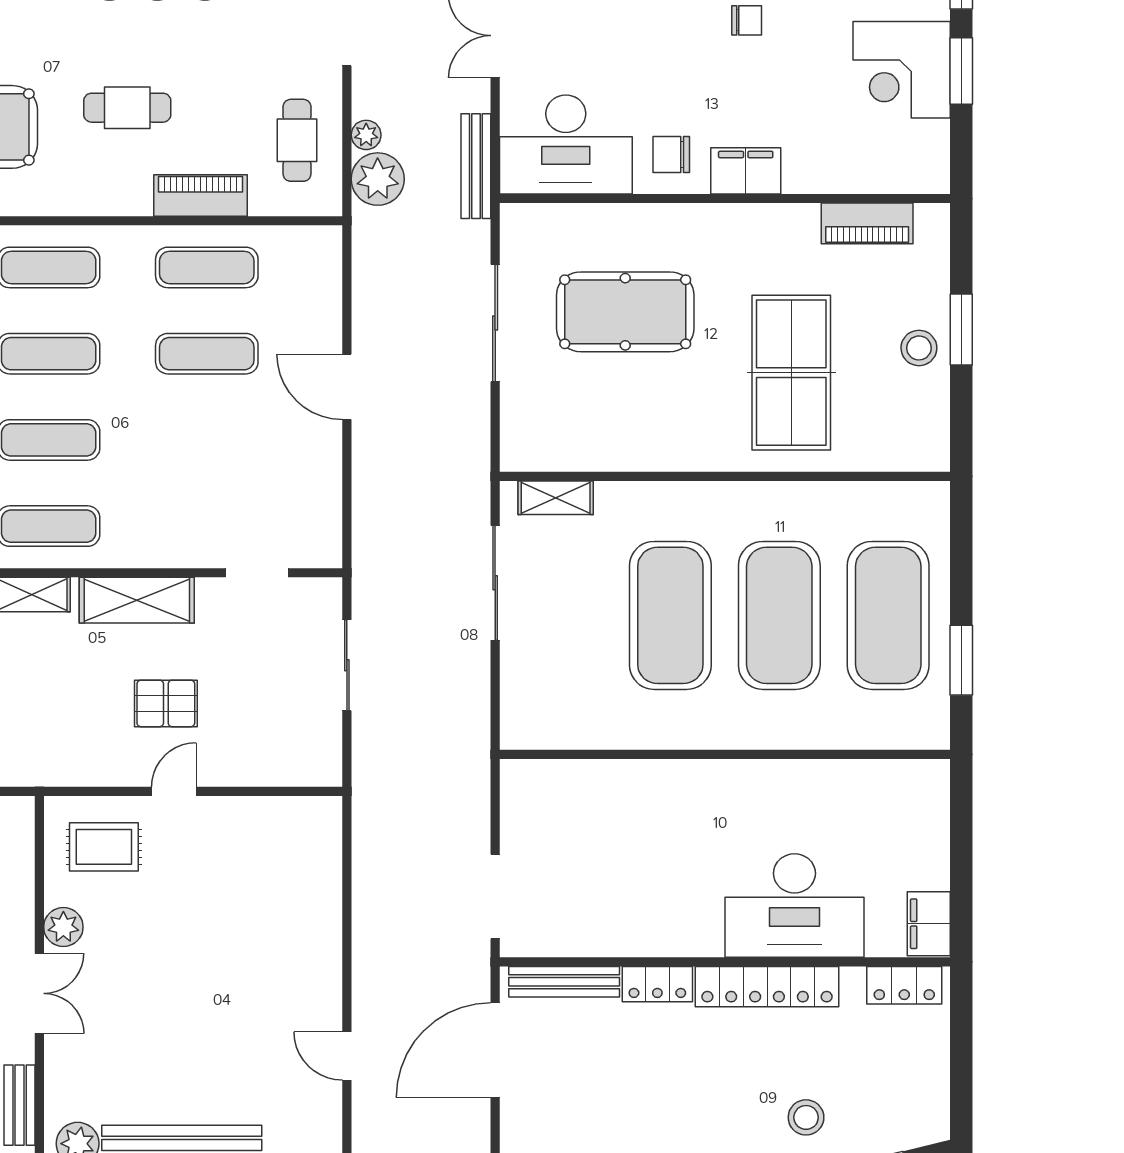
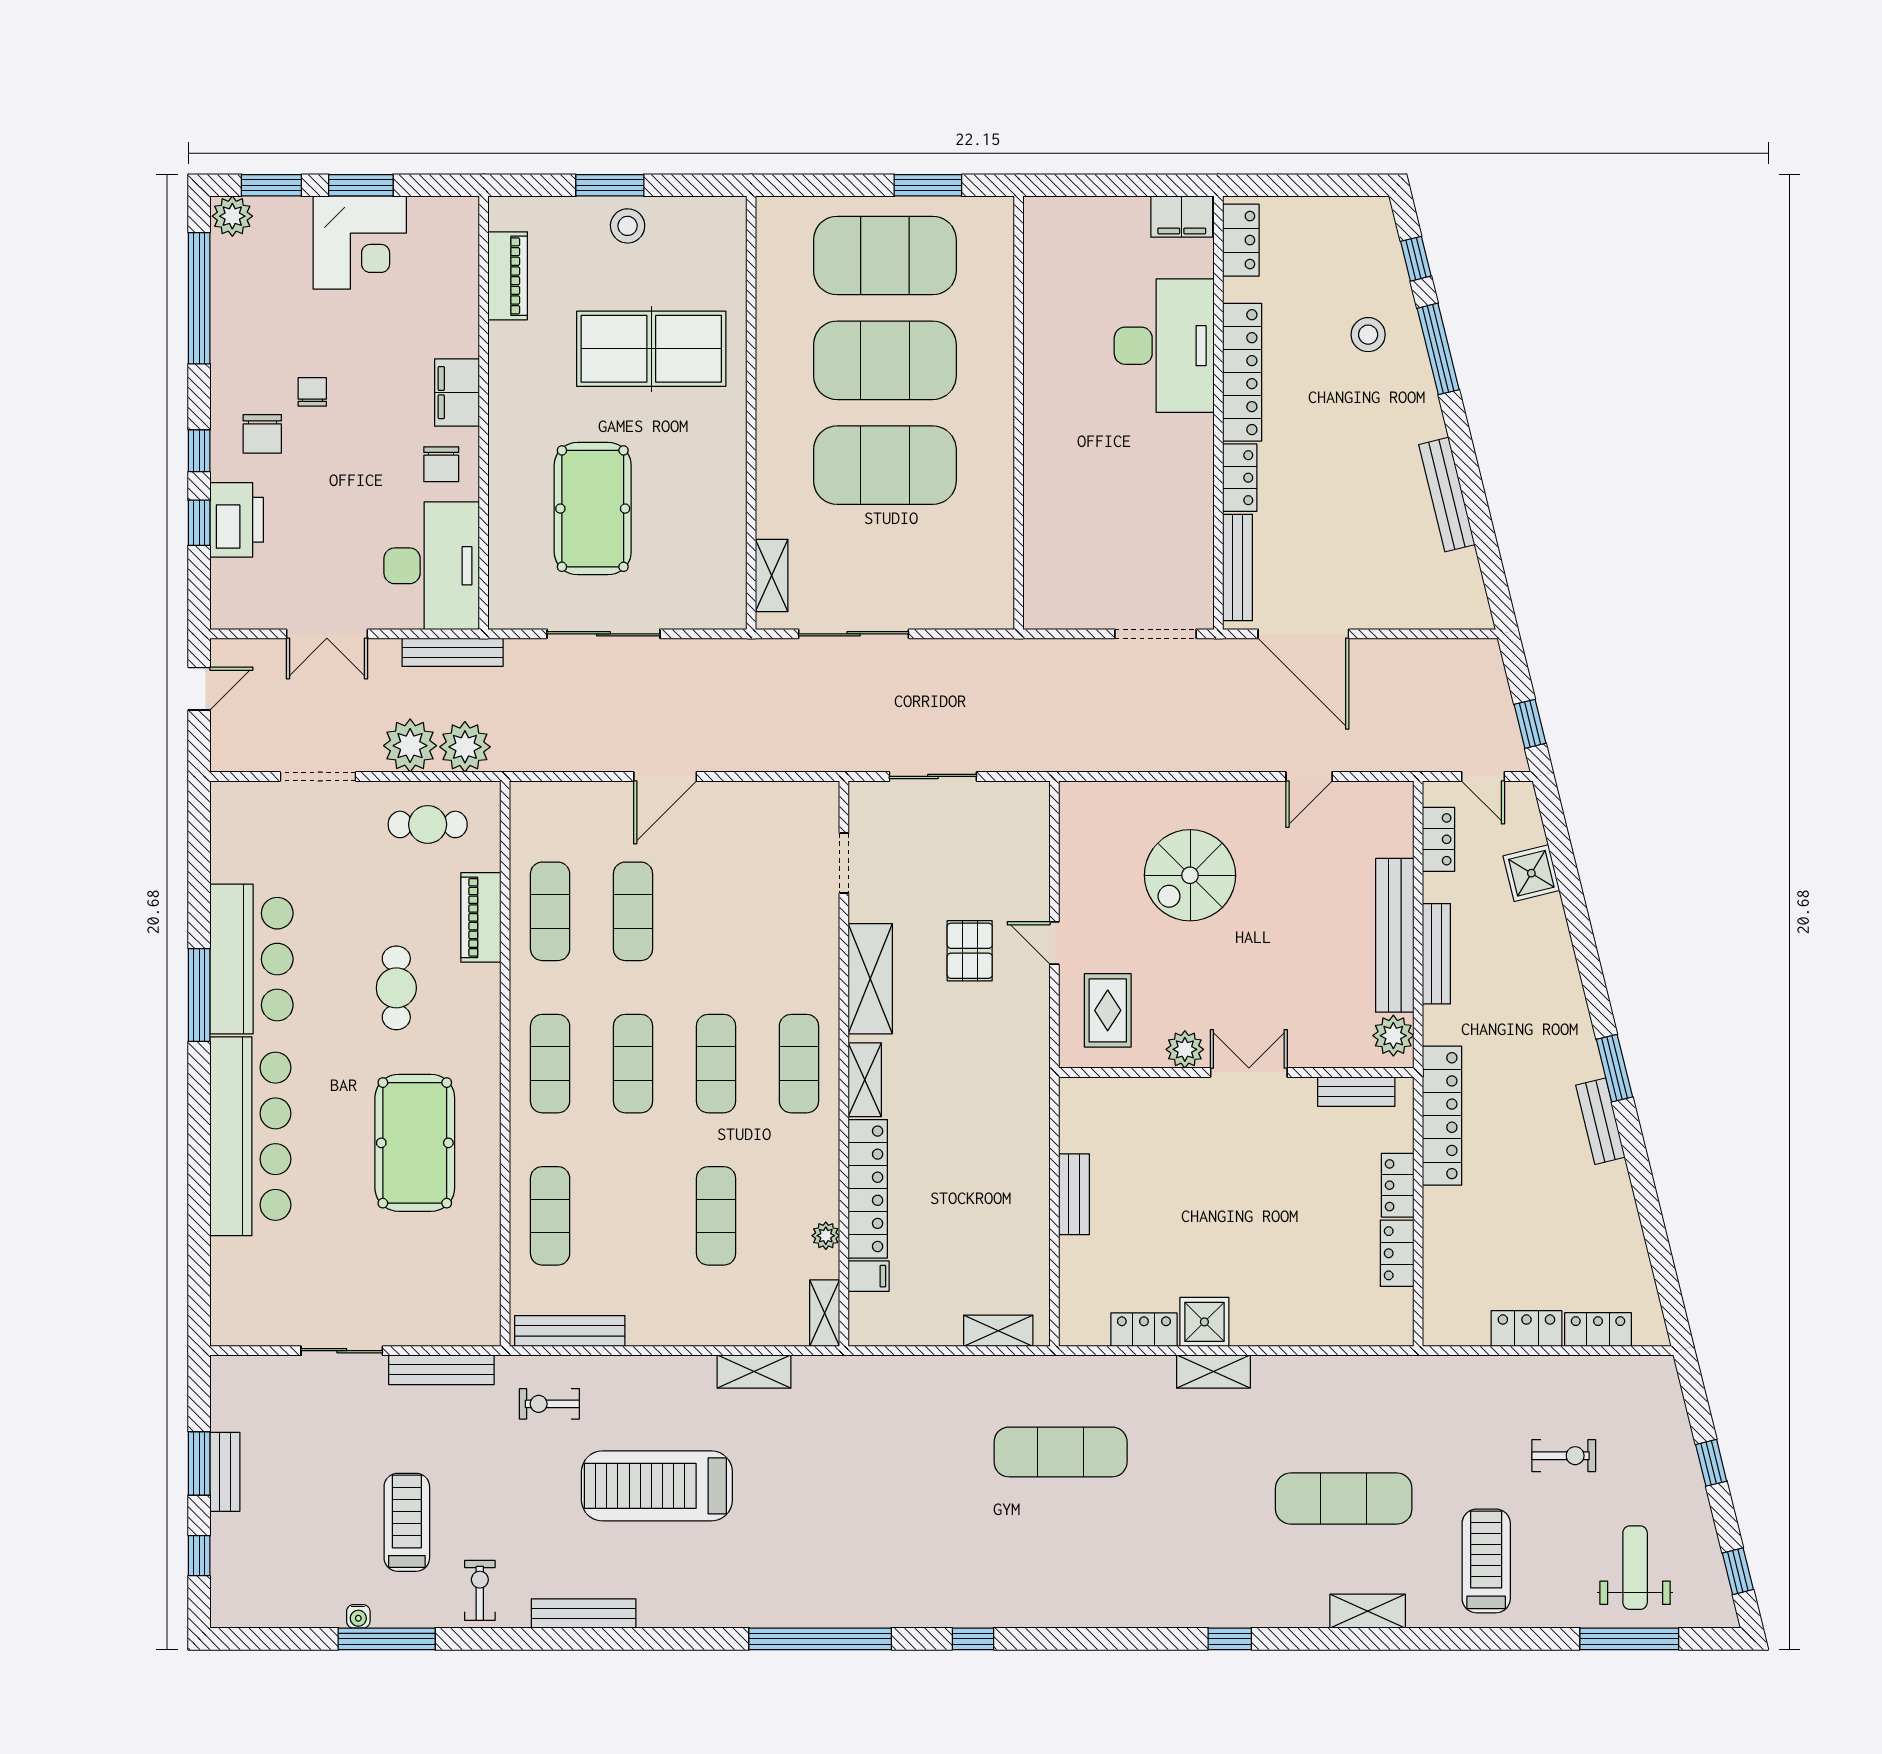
plant: (366, 135) -> (410, 746), width x1.88, depth x1.88
spiral stairs: (244, 932) -> (1190, 875), added

